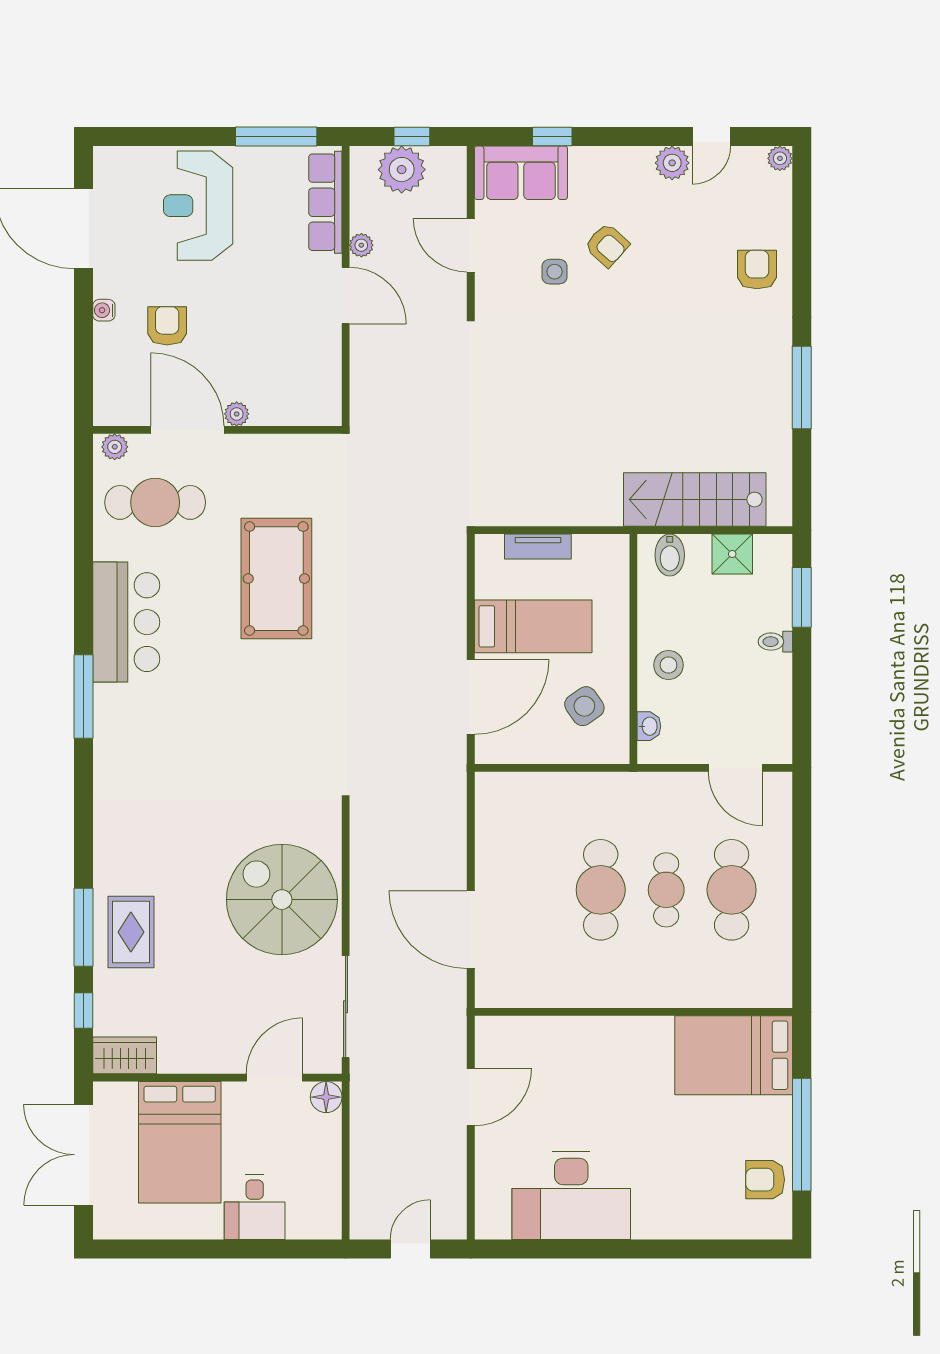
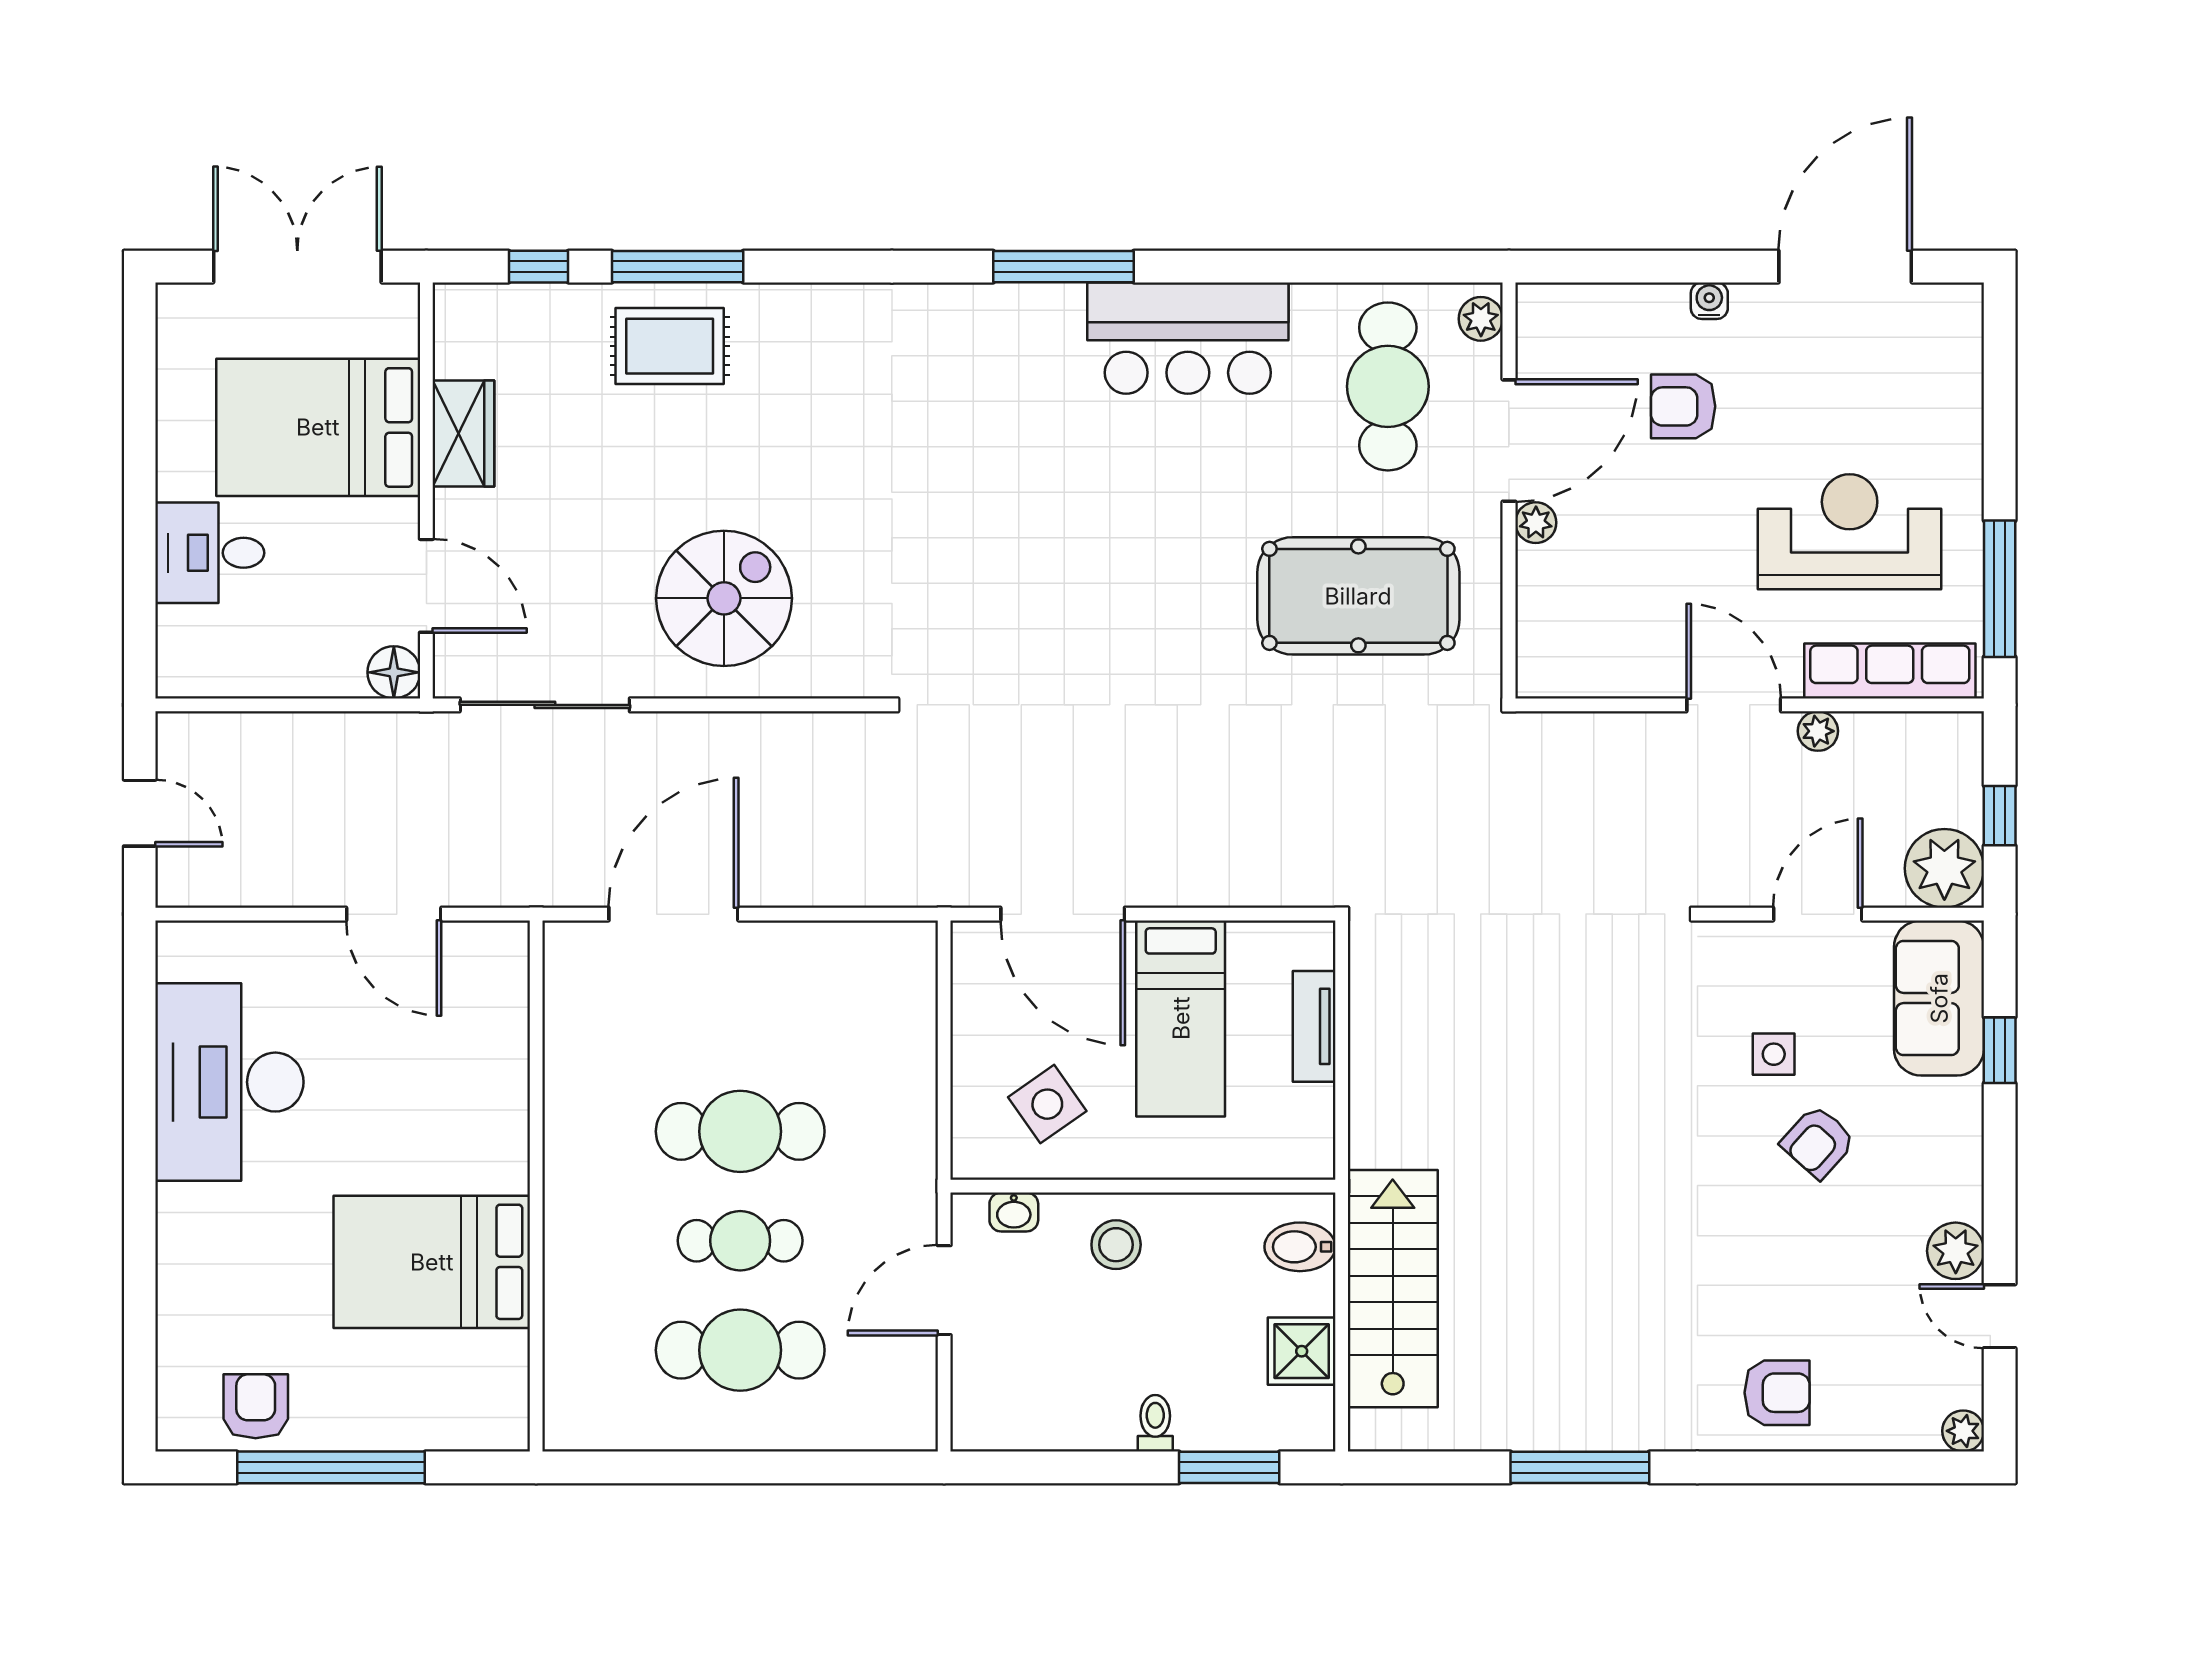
plant: (402, 170) -> (1944, 868), moved
reception desk: (198, 206) -> (1850, 532), moved
door: (346, 296) -> (1734, 705), swing flipped
armchair: (167, 326) -> (1683, 406), turned 180
pool table: (276, 579) -> (1358, 596), moved
door: (735, 768) -> (944, 1290), moved
spiral stairs: (282, 900) -> (724, 598), width x0.73, depth x0.73
wardrobe: (125, 1055) -> (463, 433), moved
bed: (734, 1055) -> (432, 1262), moved, turned -90

